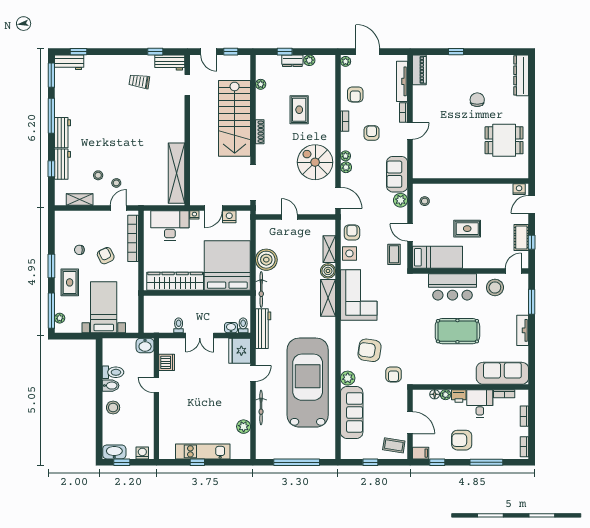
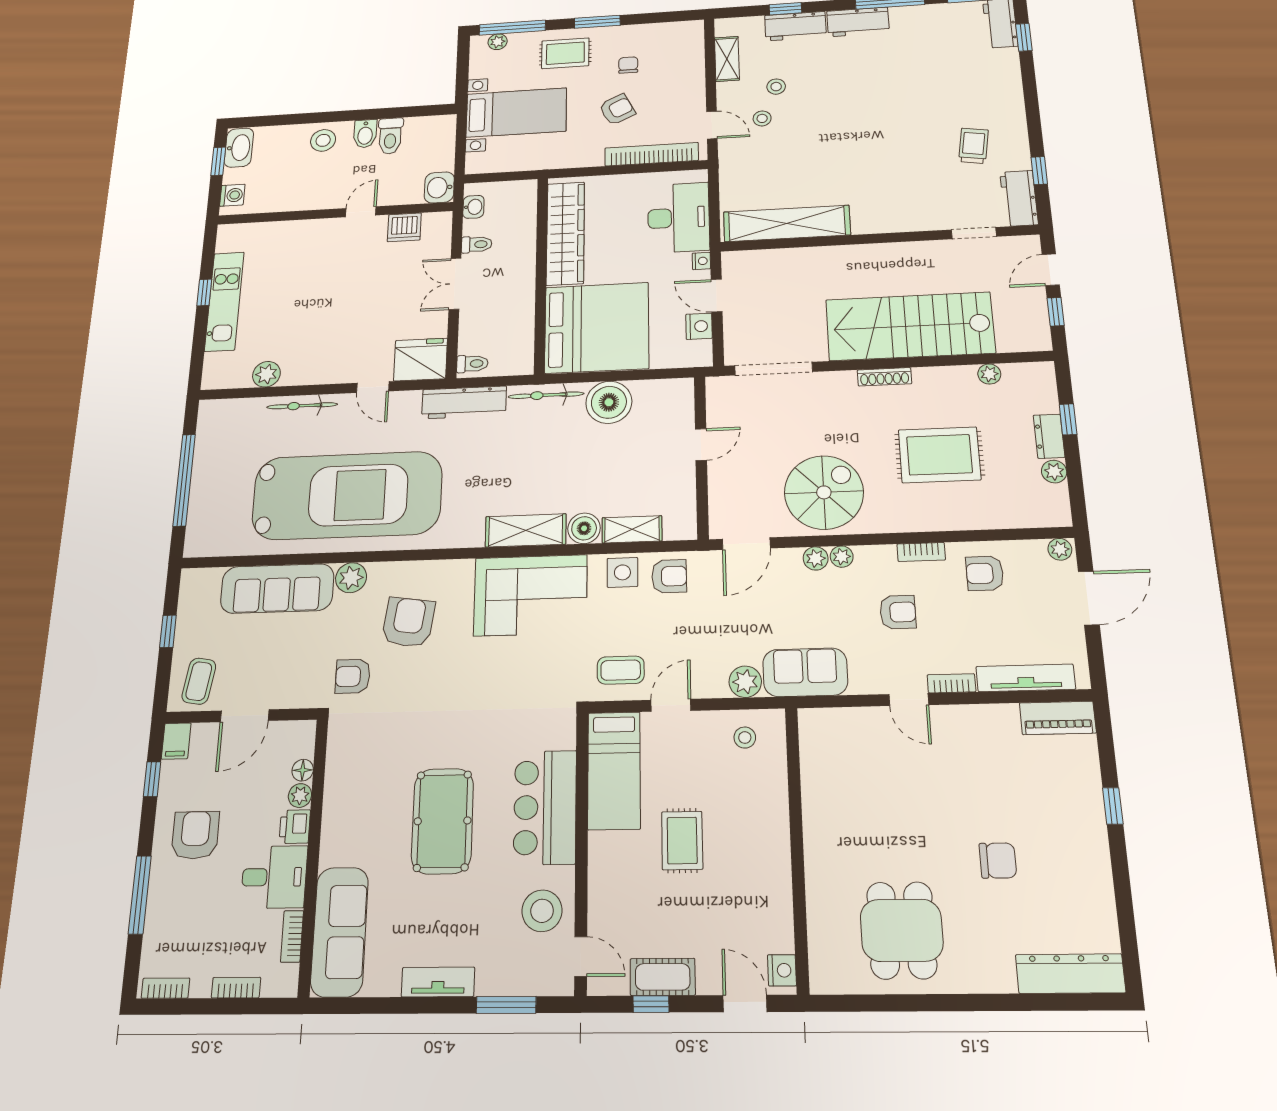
rug: (299, 110) -> (939, 455), width x1.36, depth x1.43
washbasin: (231, 328) -> (473, 207), moved

